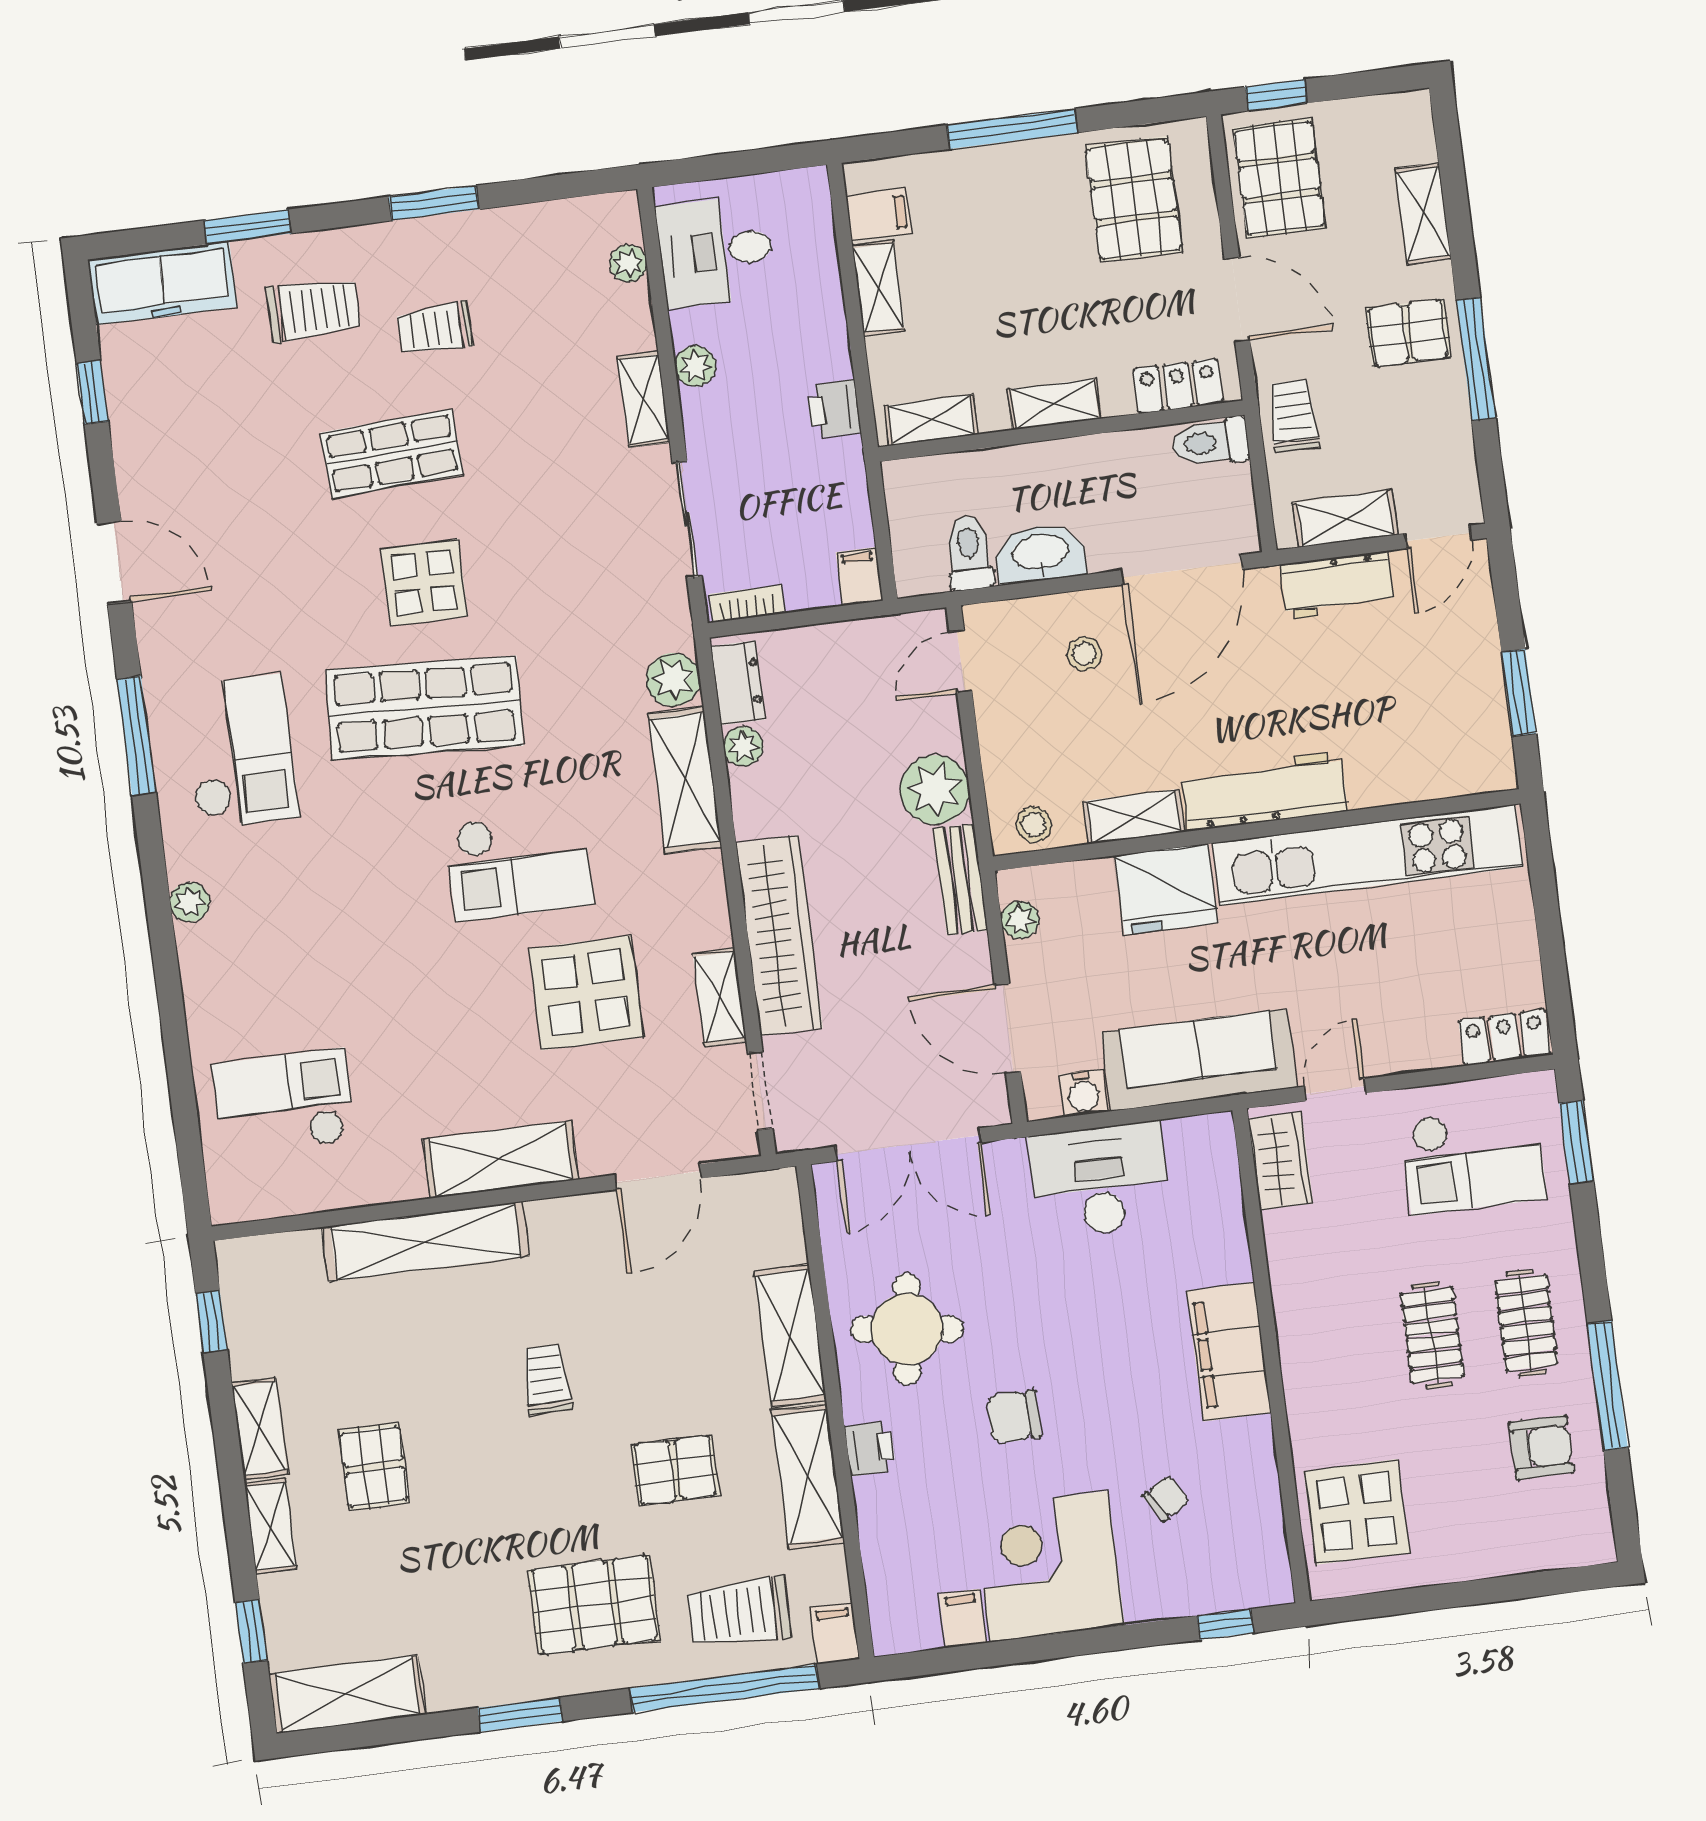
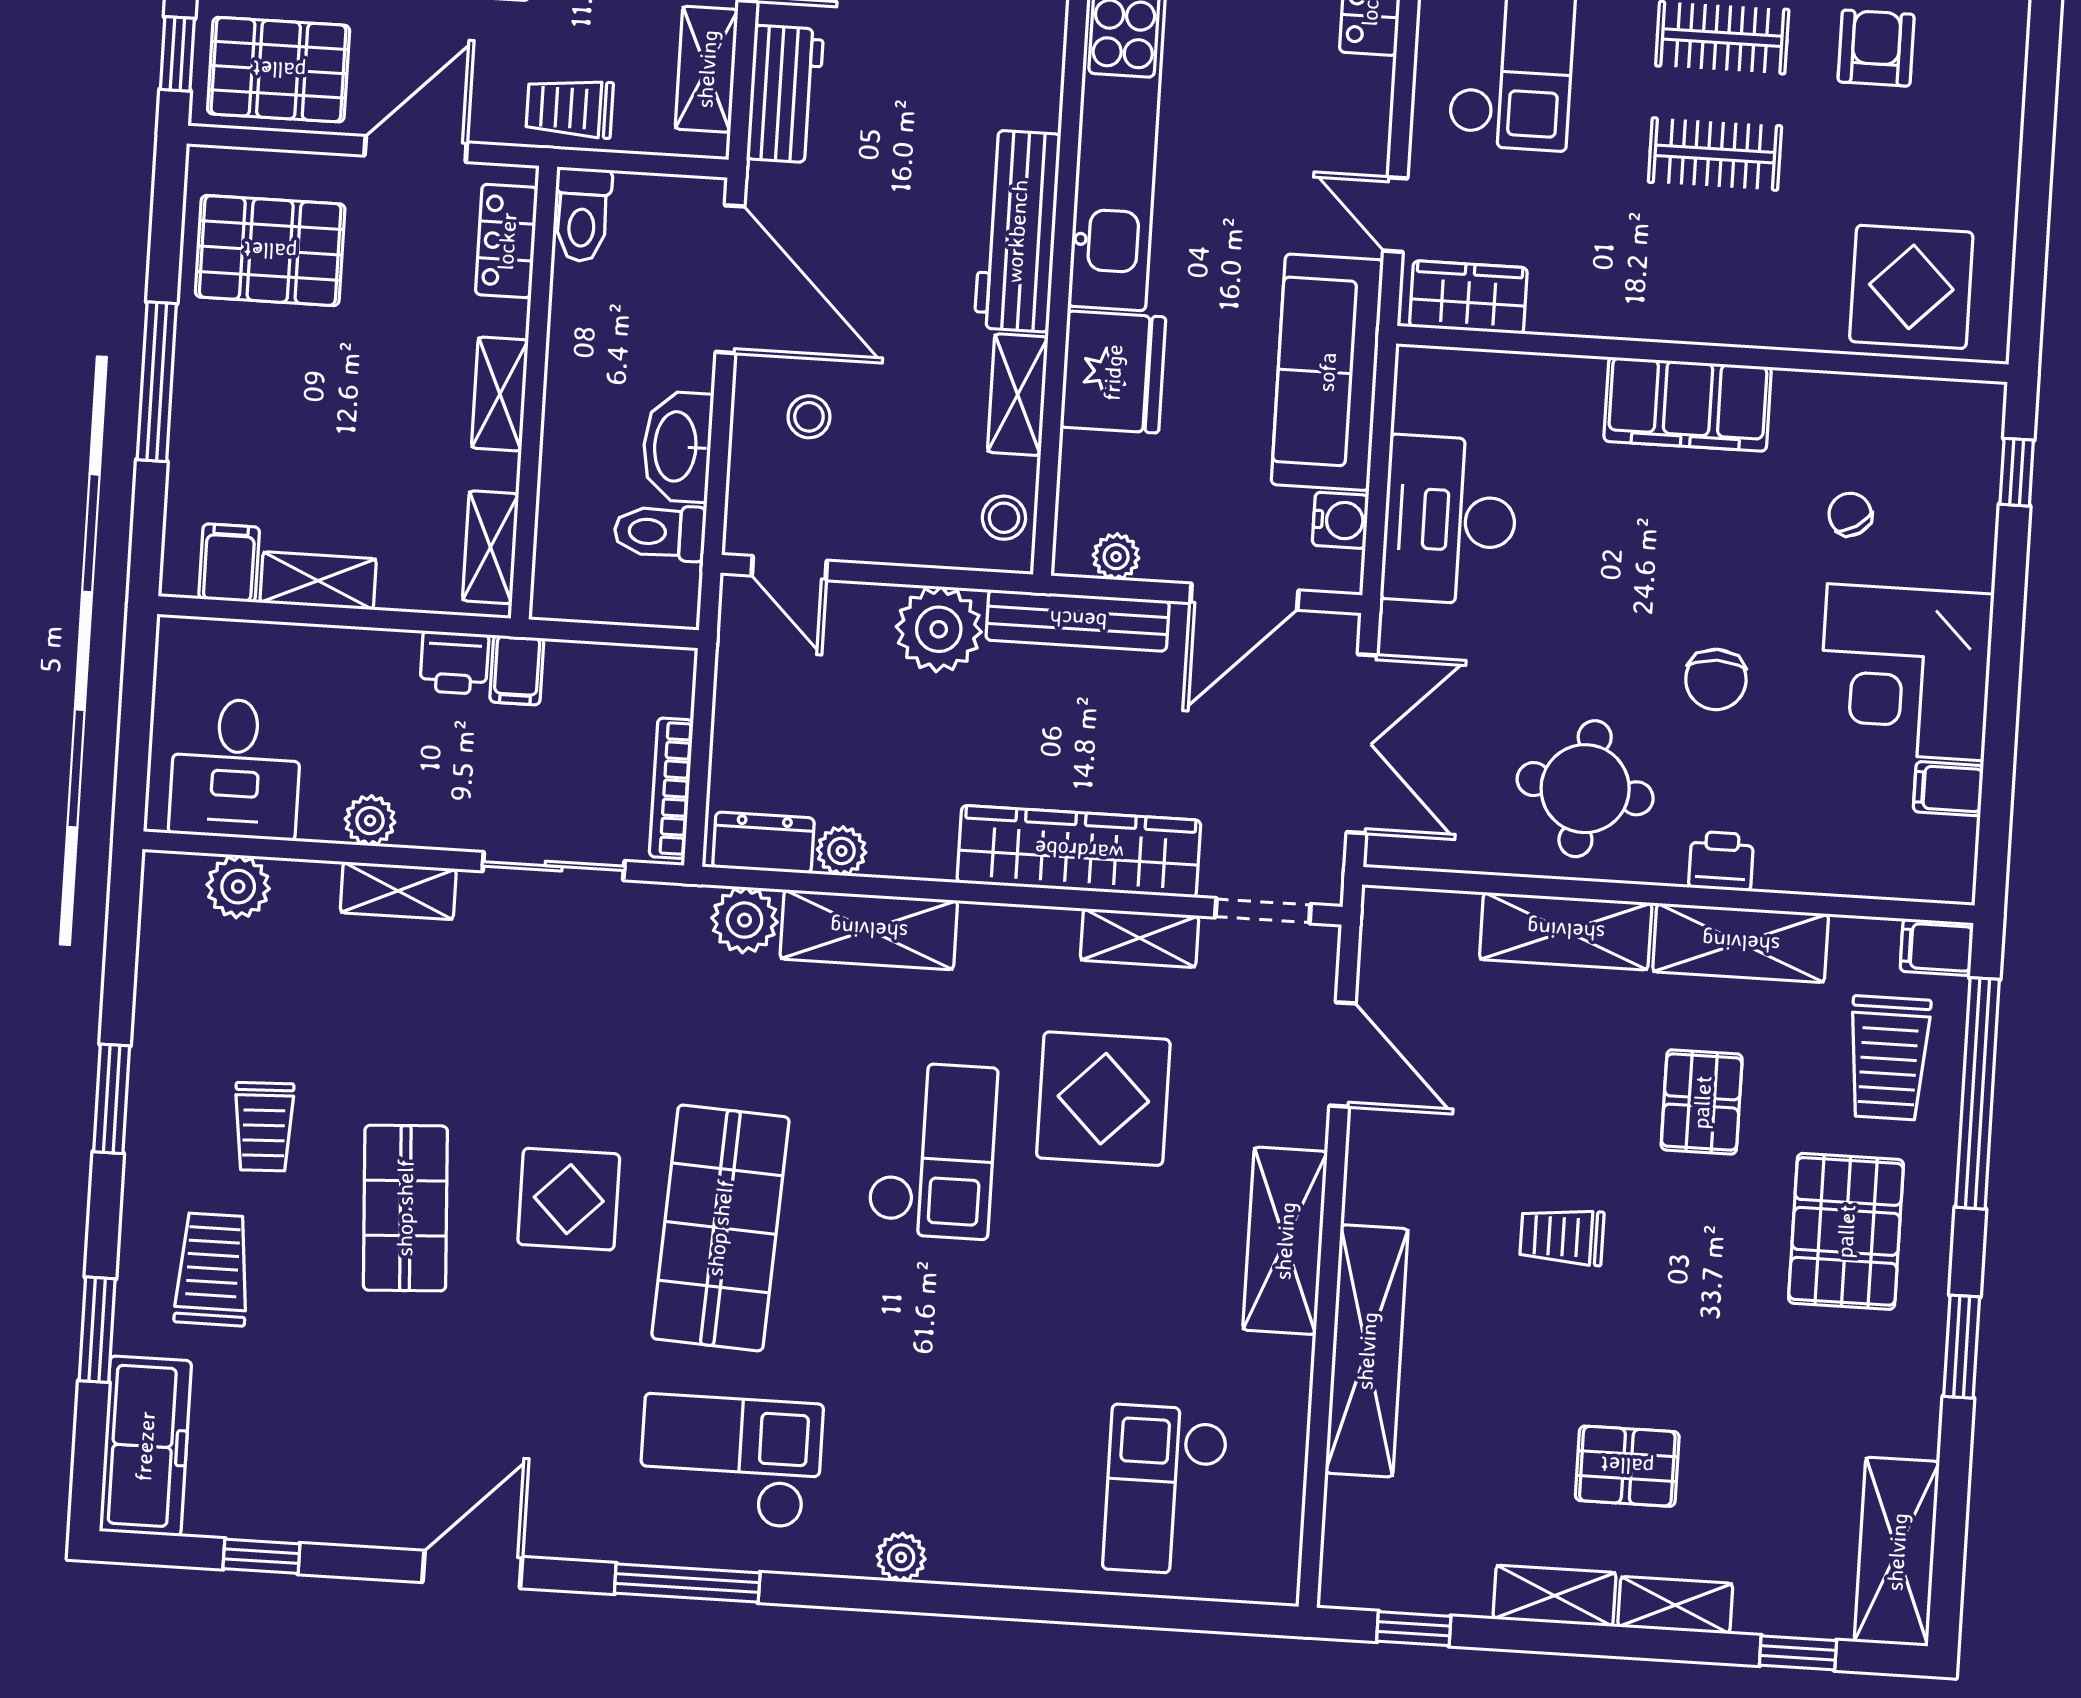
plant: (628, 263) -> (238, 887), width x1.38, depth x1.38
filing cabinet: (859, 576) -> (517, 670), moved, turned -90
bookcase: (747, 604) -> (671, 788), width x1.56
bench: (961, 880) -> (1078, 620), width x1.36

